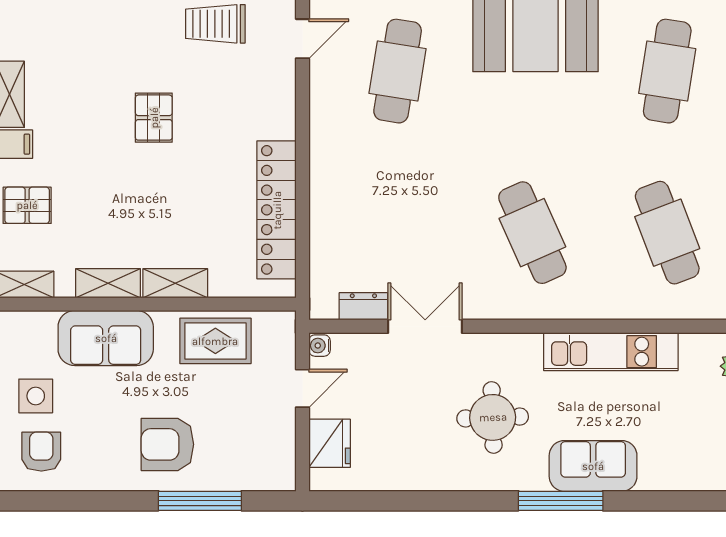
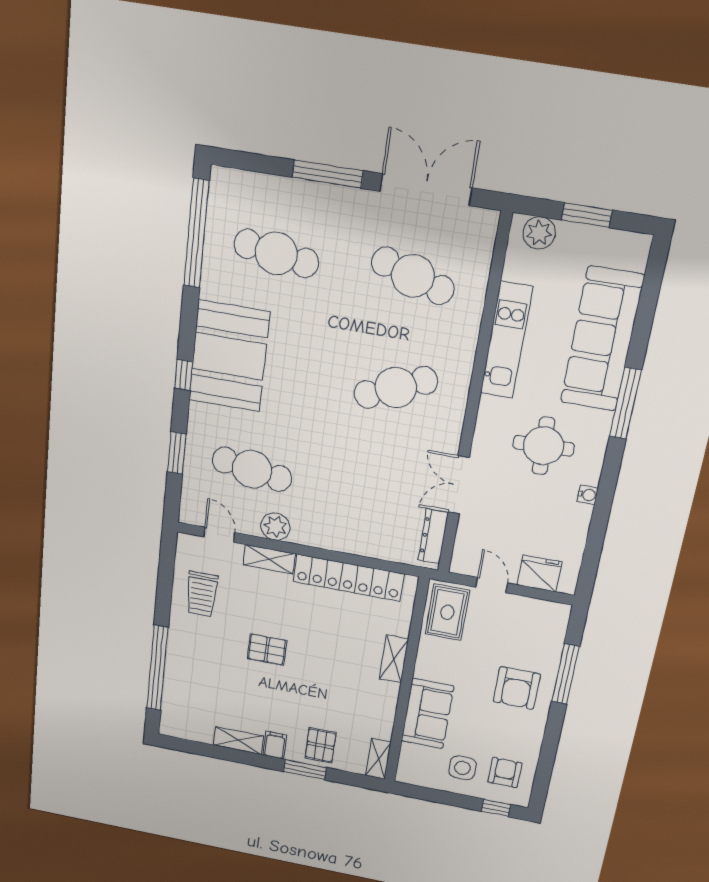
plant: (327, 109) -> (275, 527), added
cafe table: (667, 233) -> (413, 276), turned 39
shelving: (108, 283) -> (269, 559), moved, turned 90
dresser: (363, 306) -> (433, 536), width x1.44
rug: (215, 341) -> (447, 612), moved
water cooler: (320, 346) -> (588, 495), moved, turned -90
armchair: (41, 452) -> (505, 772), turned 90
sofa: (593, 466) -> (602, 339), width x1.85, depth x1.27

